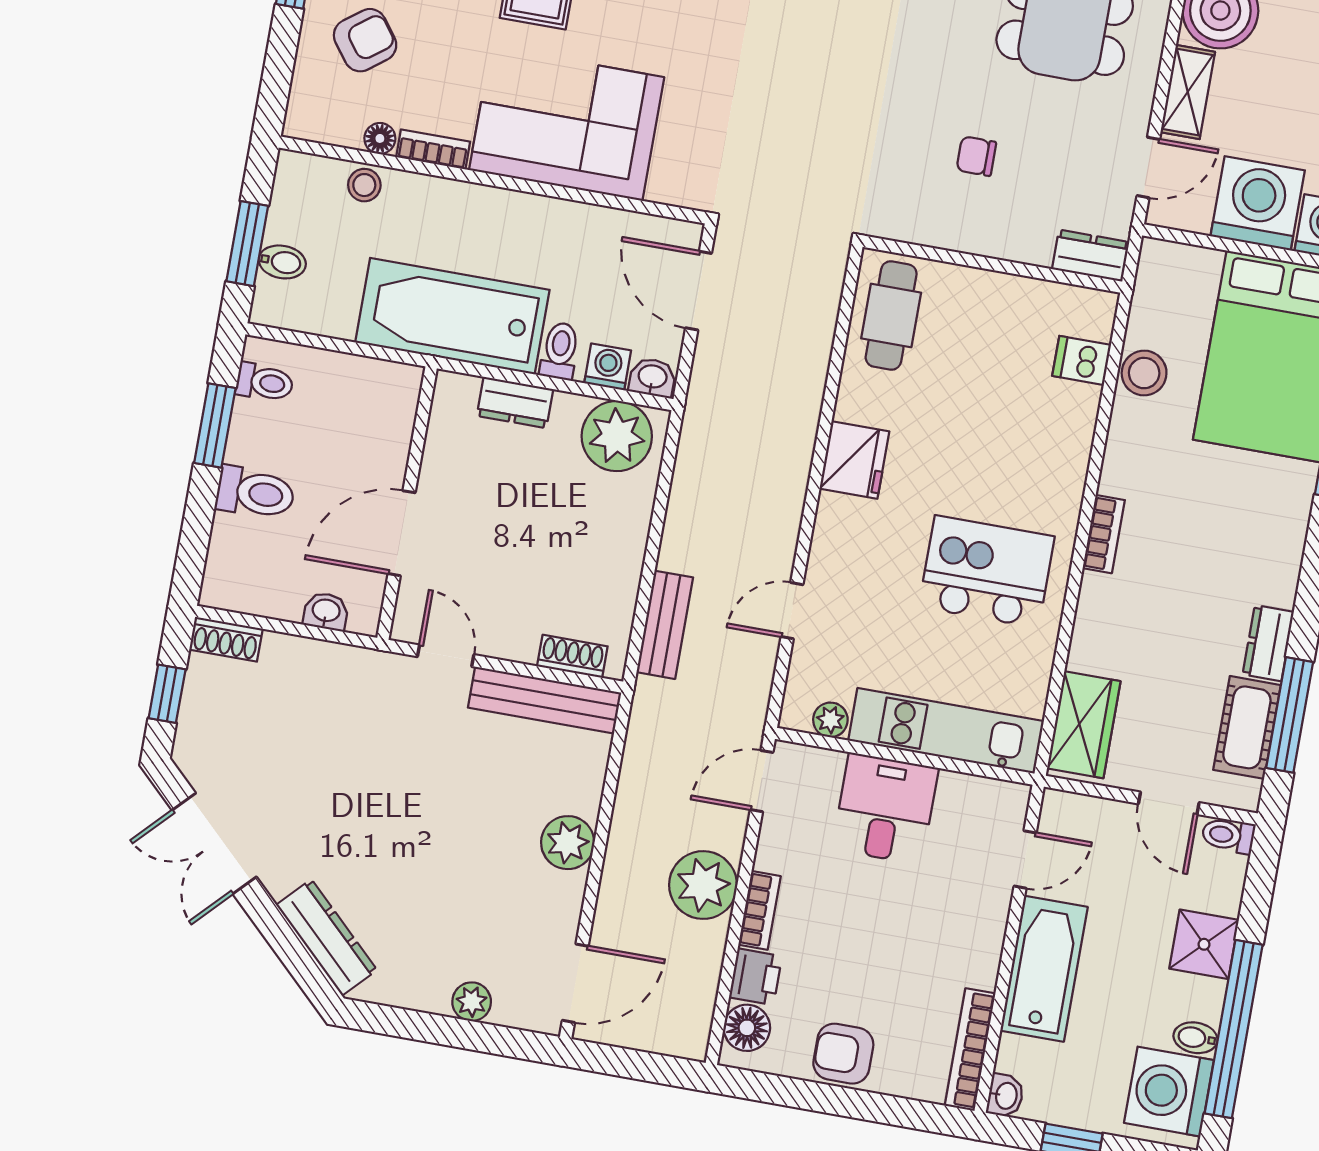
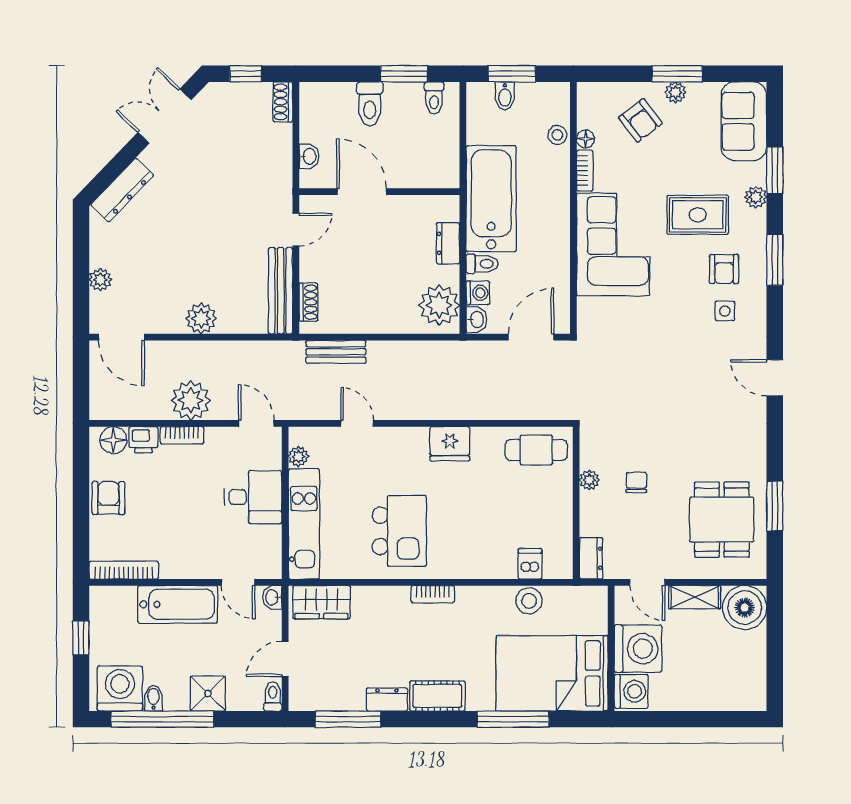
plant: (958, 235) -> (589, 480), added
cot: (1247, 727) -> (437, 696), moved
washbasin: (1005, 1096) -> (272, 597), moved, turned 90

